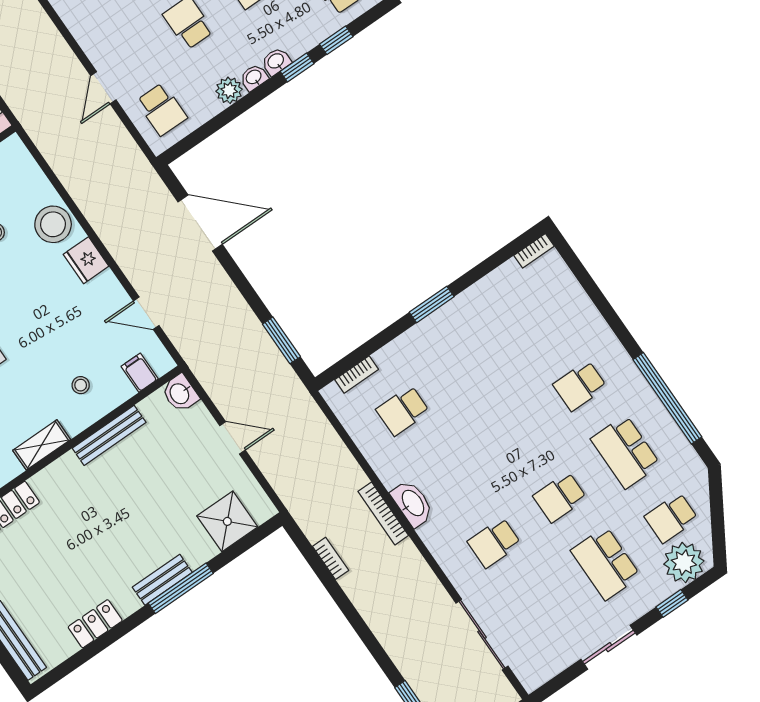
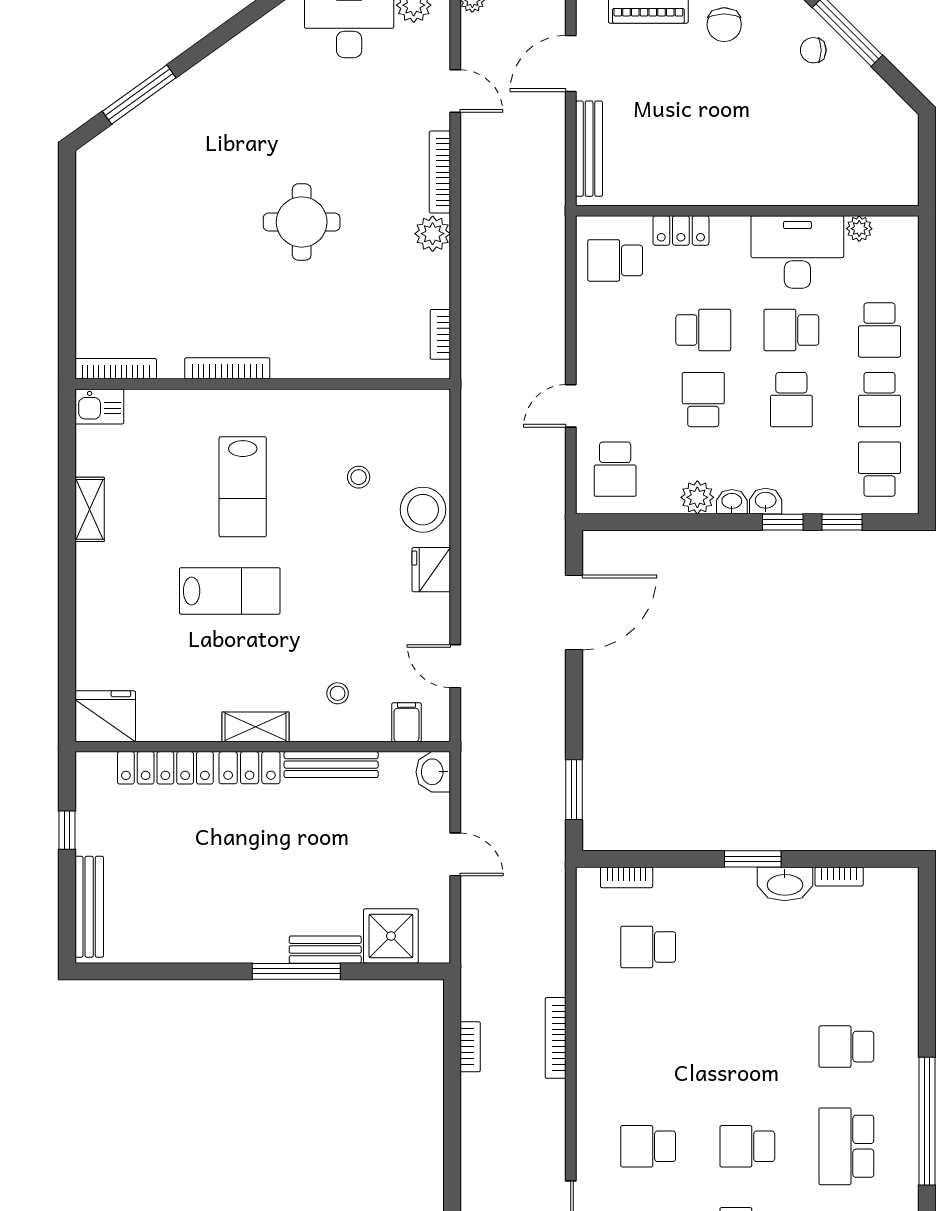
door: (200, 223) -> (574, 612), hinge flipped
bookcase: (534, 251) -> (839, 877), moved
washbasin: (412, 503) -> (785, 884), moved, turned 90
bench: (162, 580) -> (325, 950), moved
locker: (95, 624) -> (250, 768), moved, turned 180

